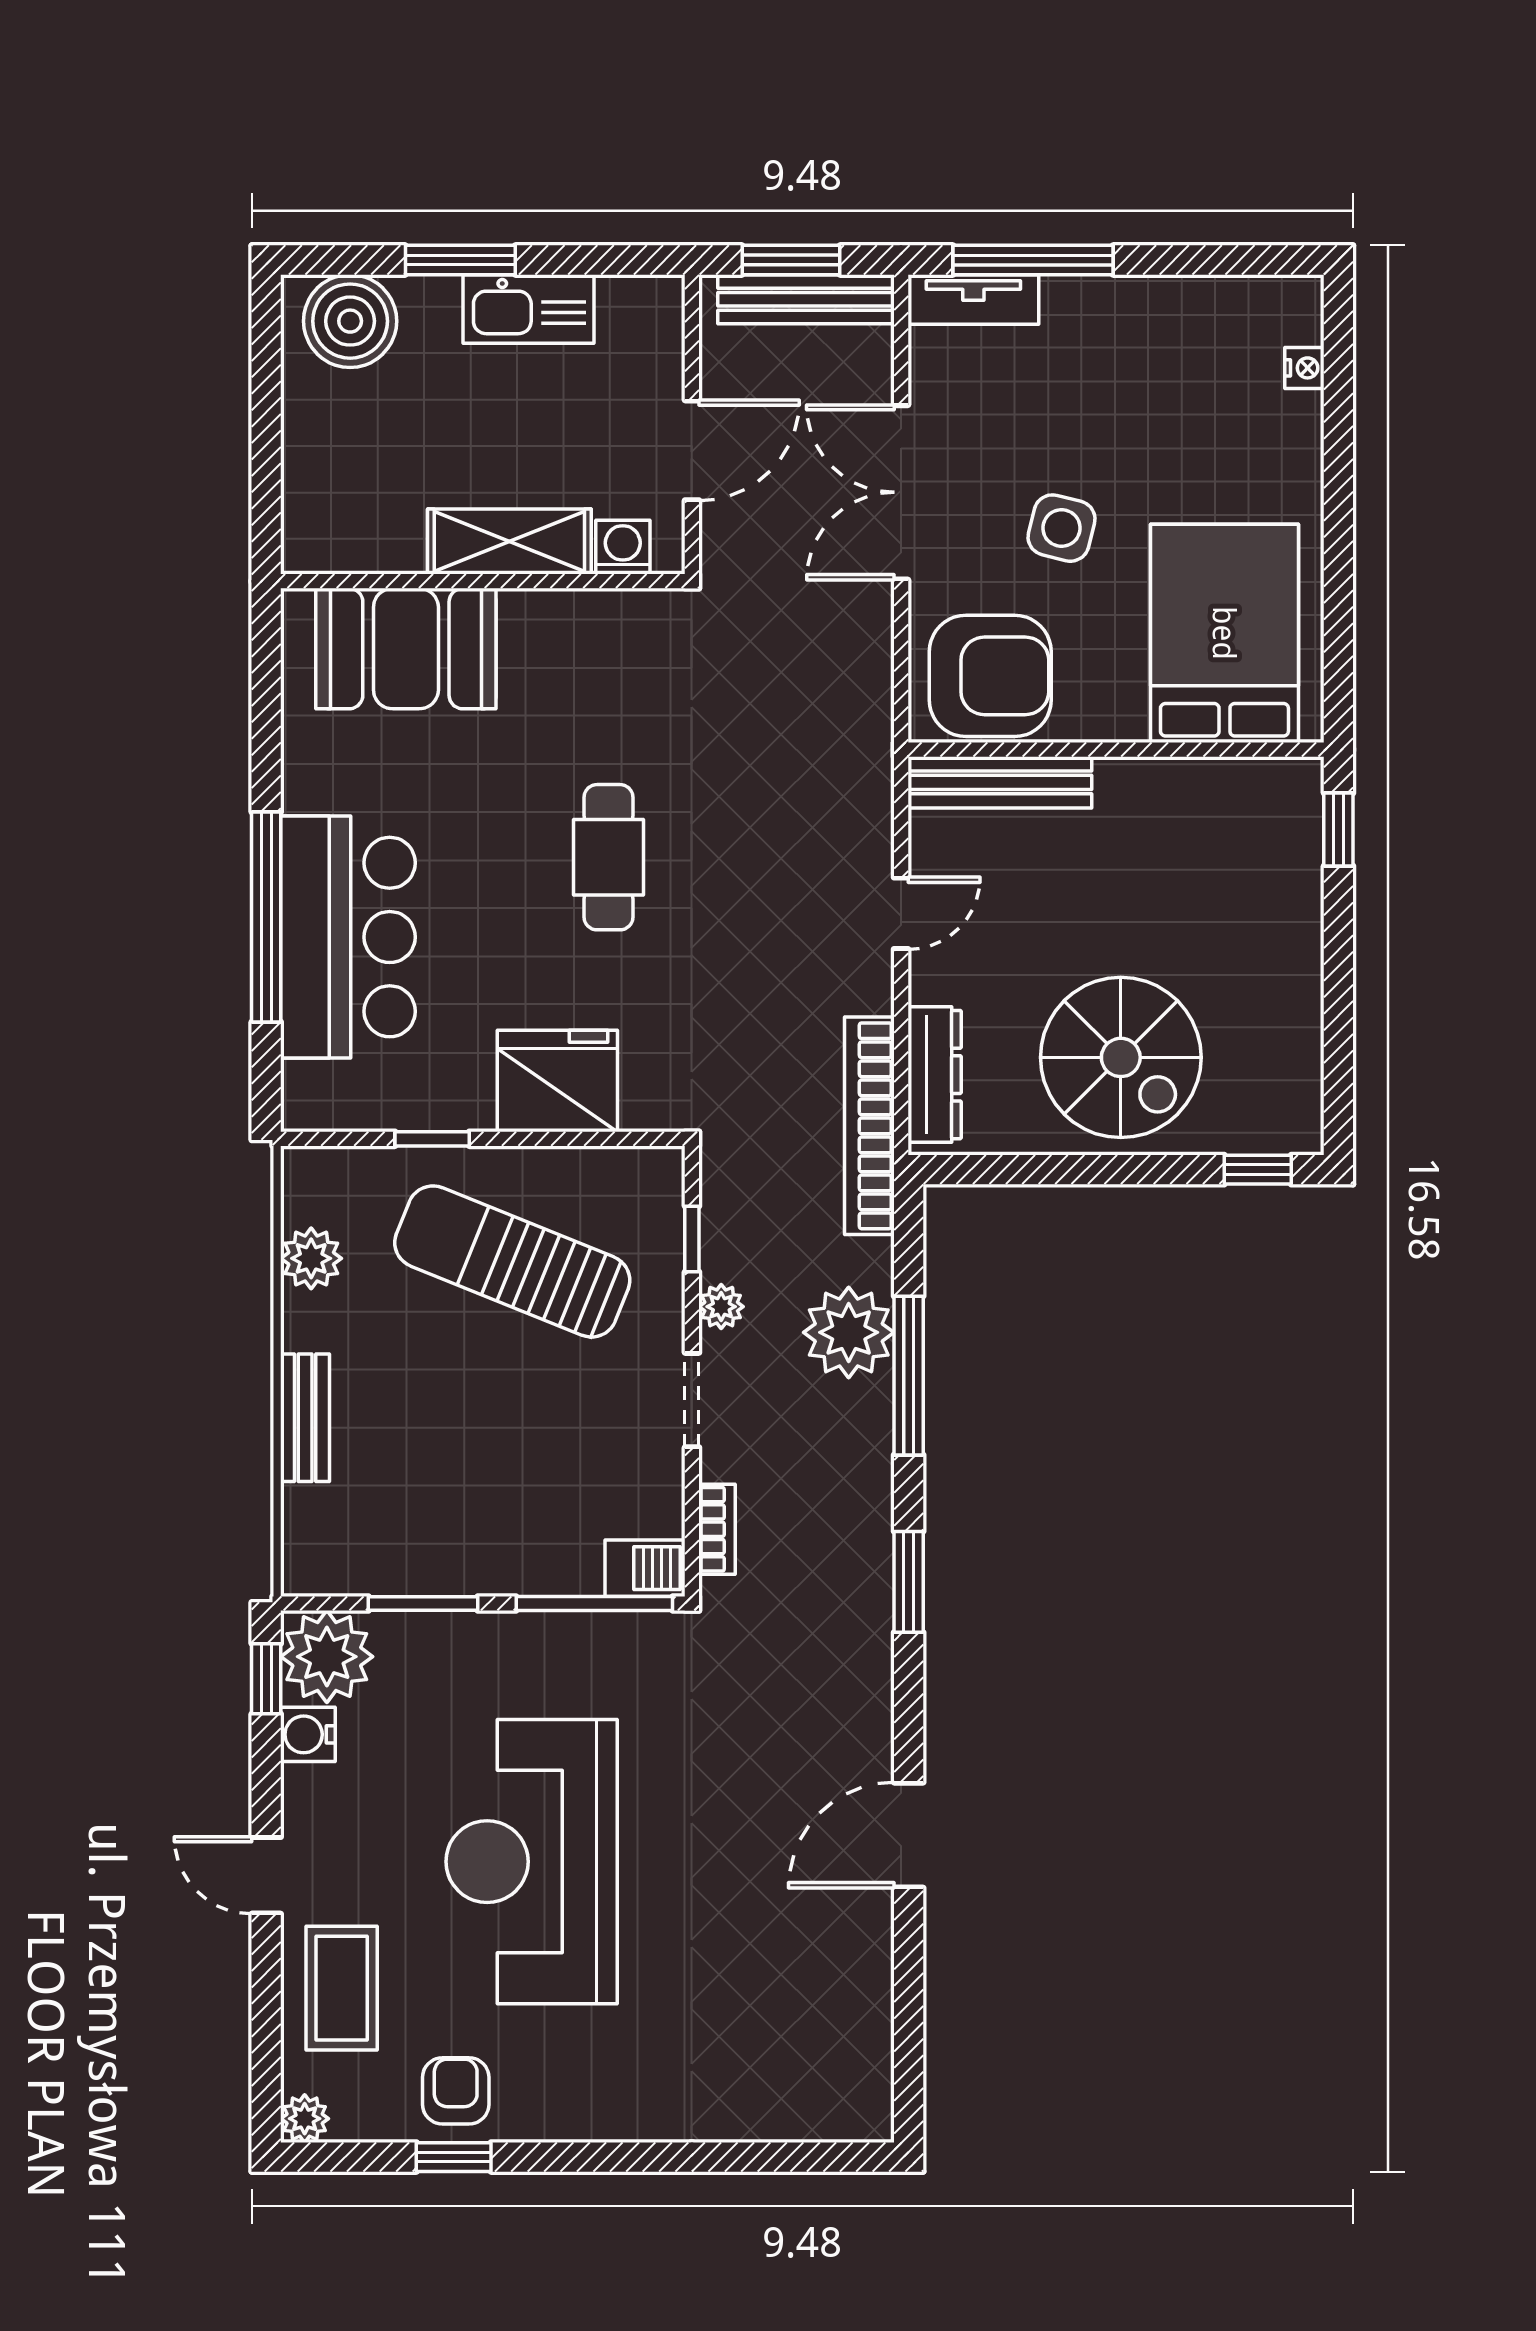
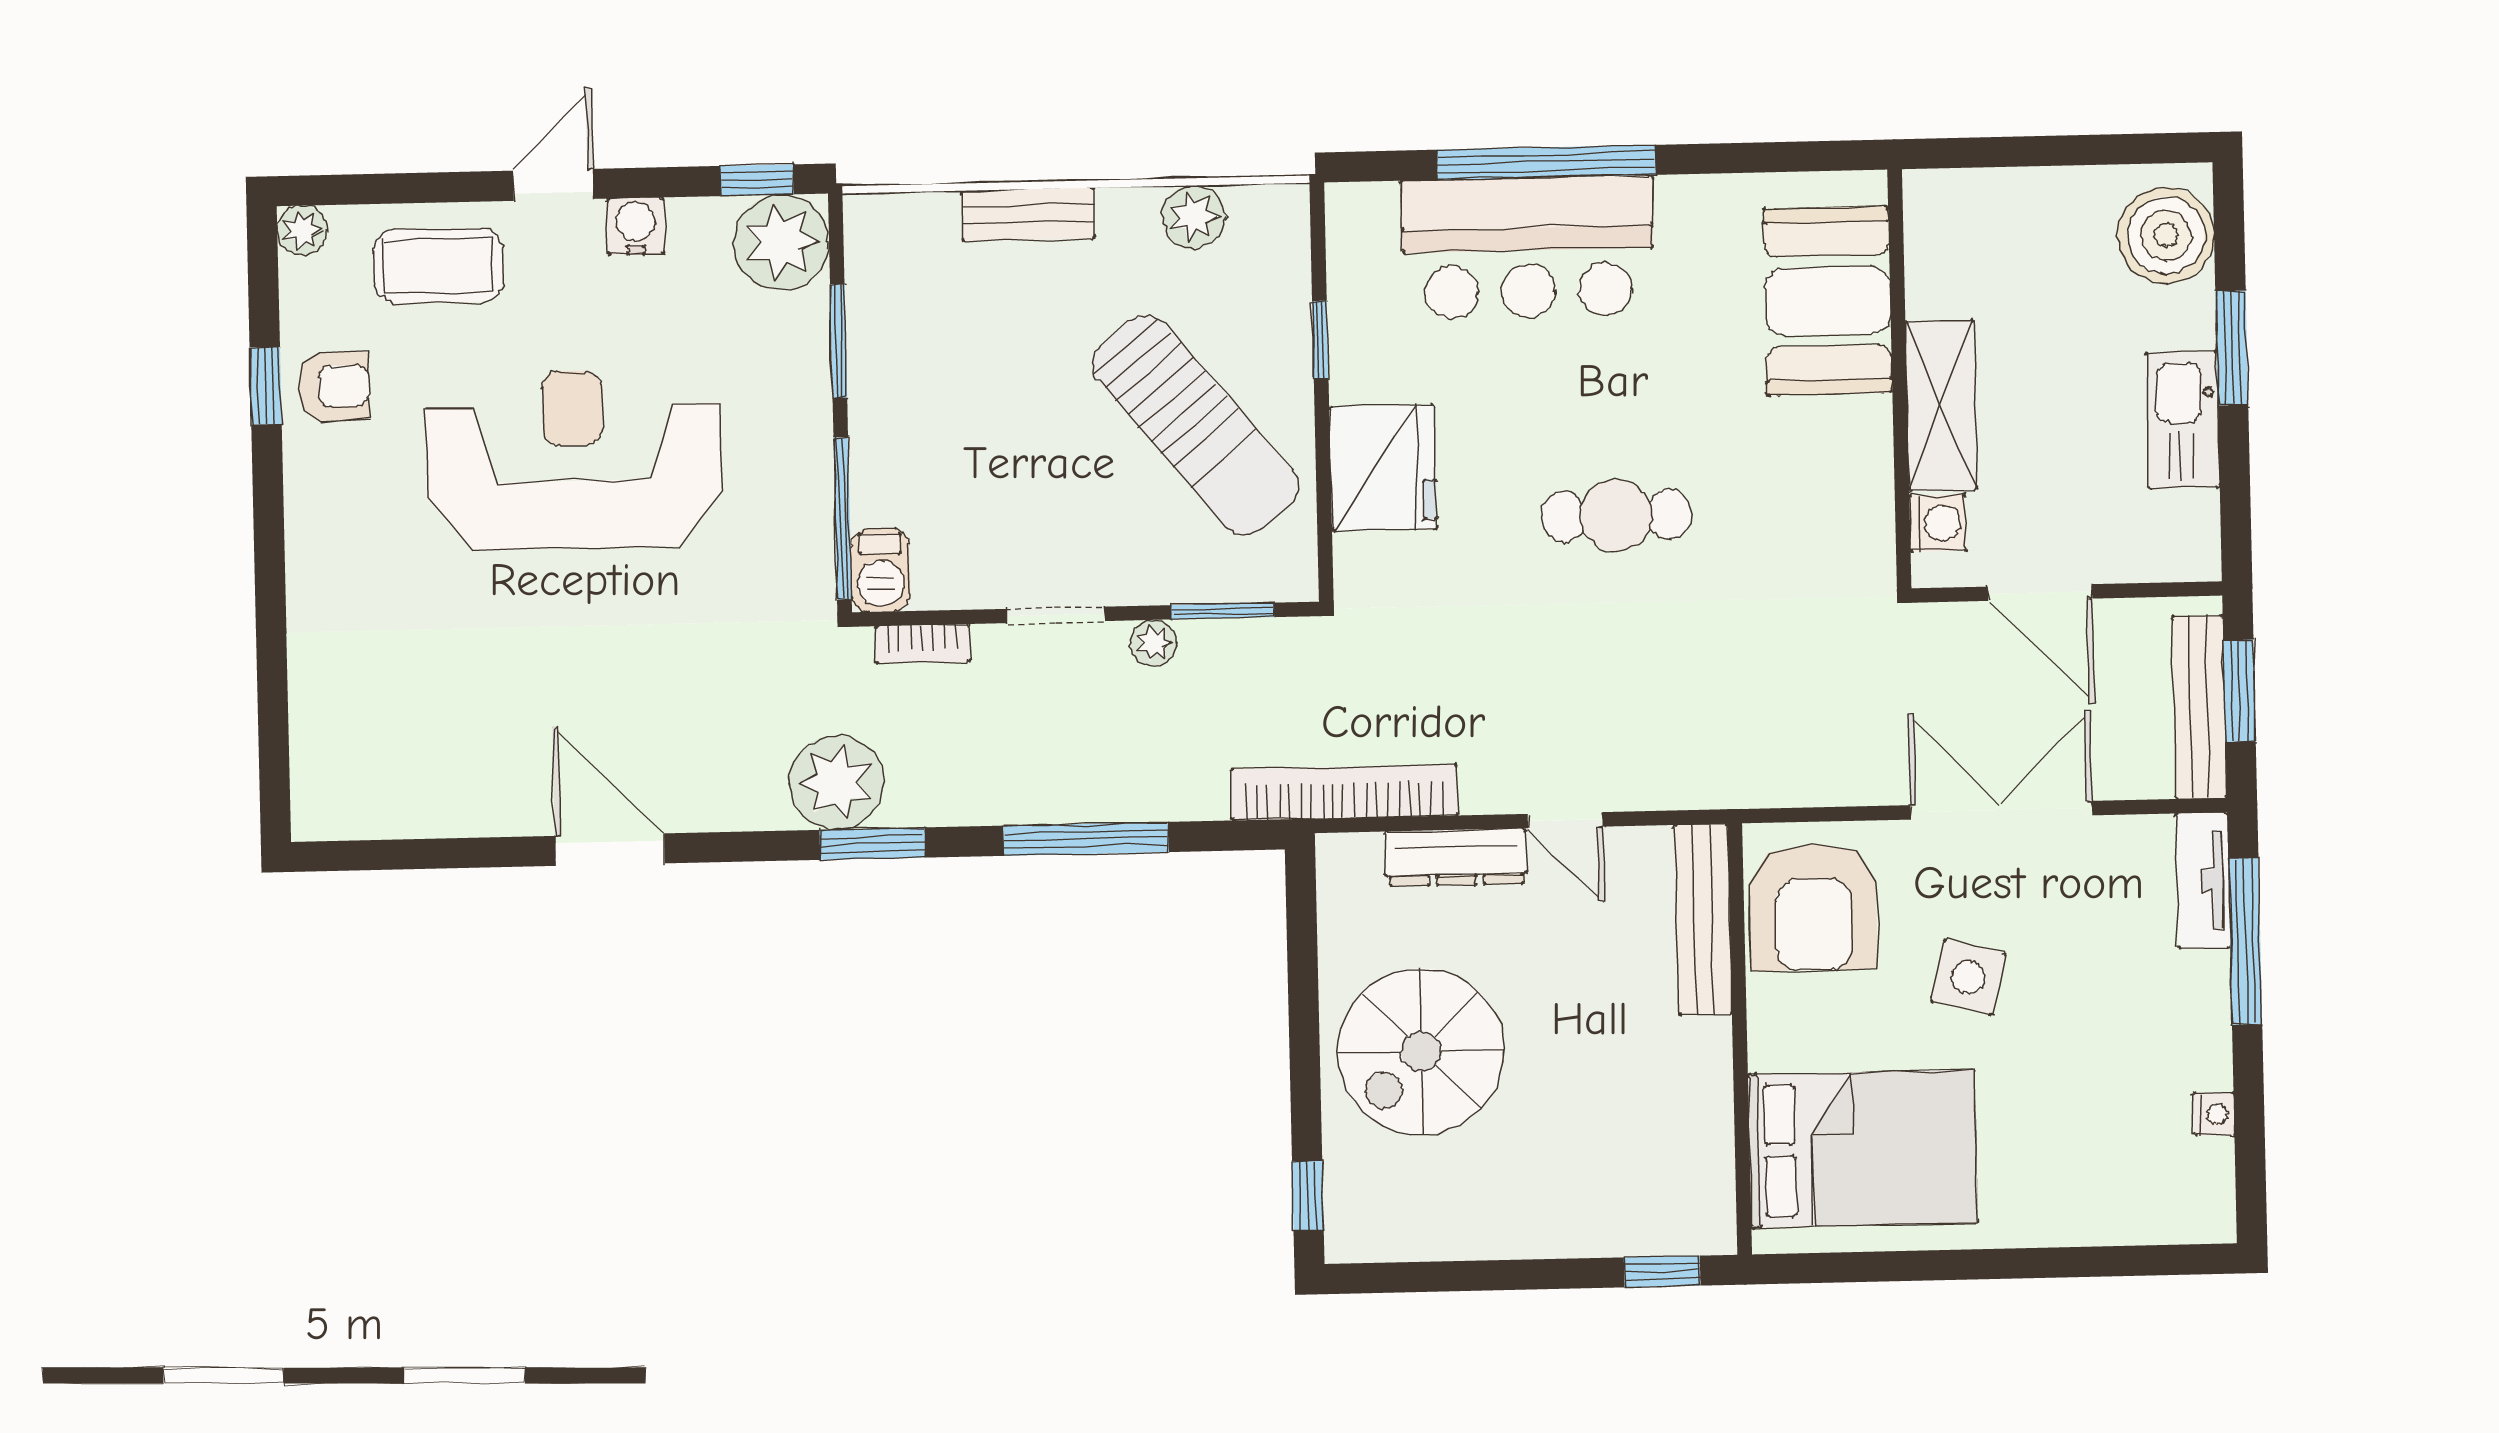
nightstand: (1304, 368) -> (2214, 1114), moved, turned -90
dresser: (935, 1075) -> (1456, 857), moved
window: (692, 1239) -> (1223, 611), width x1.50
sun lounger: (512, 1261) -> (1195, 425), turned 118
plant: (849, 1332) -> (836, 782), moved
water cooler: (308, 1734) -> (636, 226), moved

